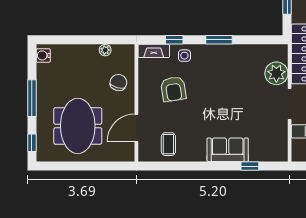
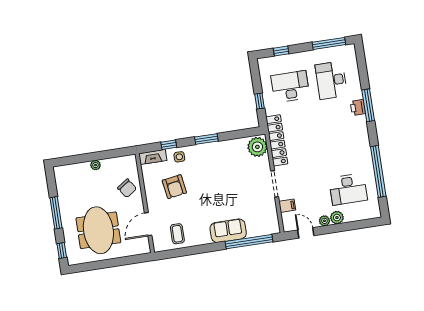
plant: (105, 50) -> (96, 165), moved
water cooler: (43, 55) -> (60, 175), removed
plant: (276, 73) -> (257, 147), moved
chair: (118, 83) -> (127, 188), turned 131
window: (250, 166) -> (249, 242), width x3.17

